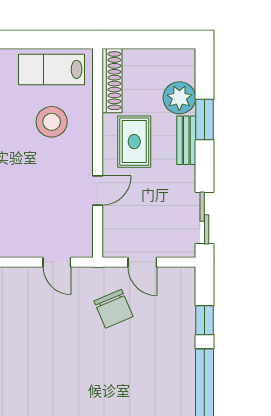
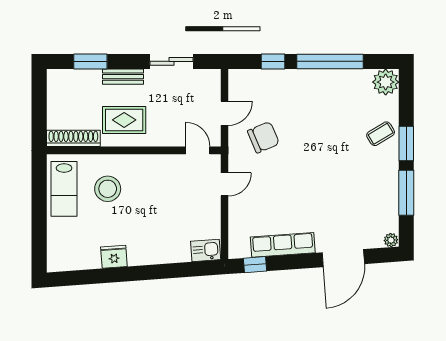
plant: (179, 98) -> (88, 82), removed
window: (204, 120) -> (90, 61), moved
door: (98, 191) -> (198, 150), moved
sliding door: (204, 218) -> (171, 61), moved

